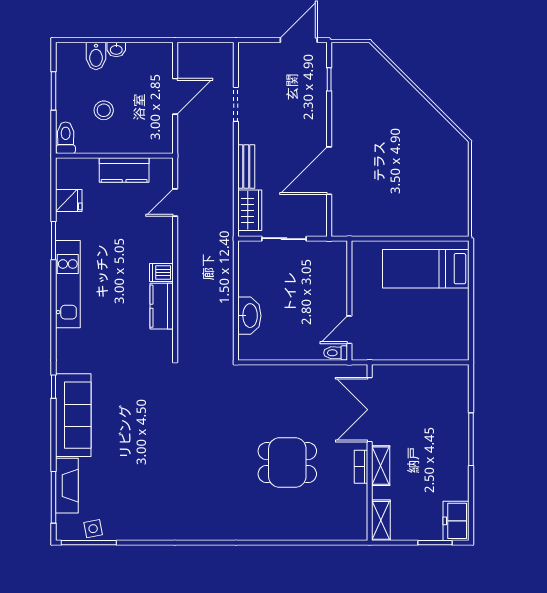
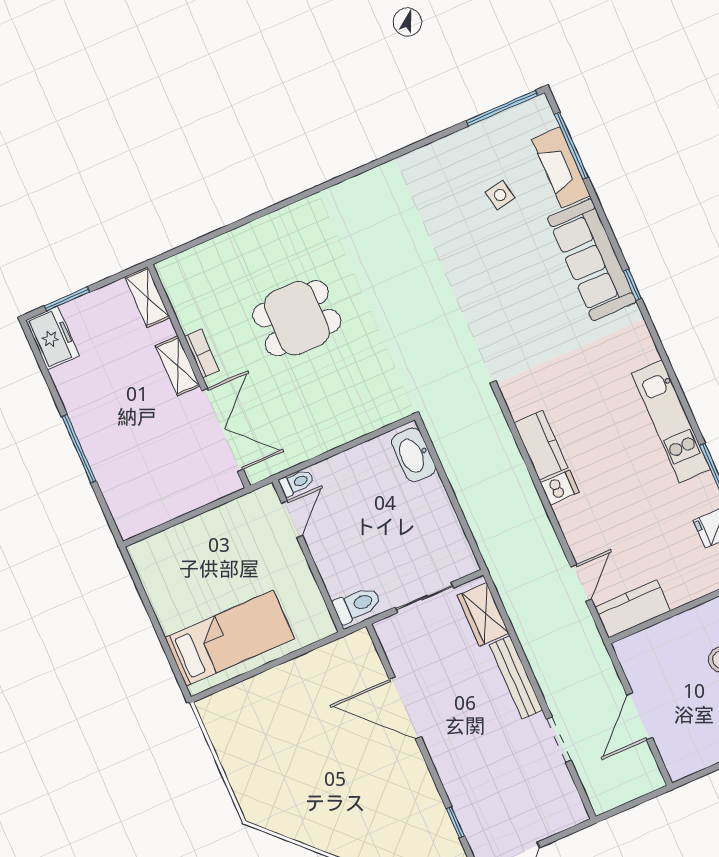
bench: (246, 166) -> (516, 677), width x1.36
kitchen counter: (124, 170) -> (633, 609), moved
door: (329, 171) -> (405, 708), swing flipped
toilet: (331, 254) -> (357, 605), added
washbasin: (249, 316) -> (414, 455), moved
side table: (93, 529) -> (500, 195), moved

